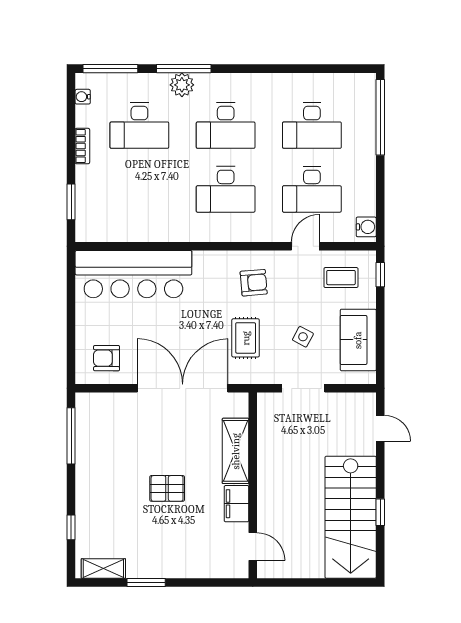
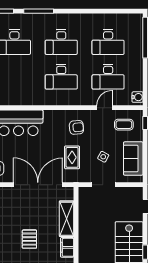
plant: (182, 85) -> (38, 20), removed
pallet: (167, 488) -> (29, 239), turned 90

